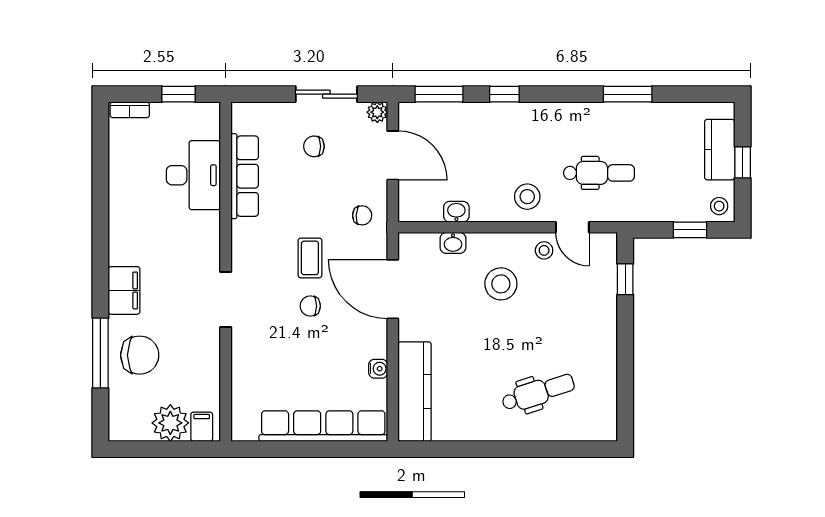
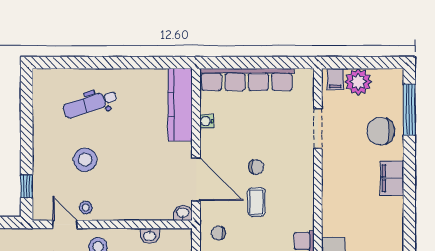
washbasin: (453, 243) -> (183, 213), moved
stool: (501, 284) -> (85, 160), moved
doorway: (226, 299) -> (318, 129), moved
window: (100, 353) -> (409, 110), moved

